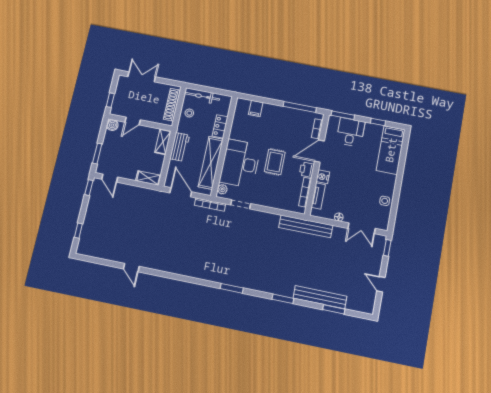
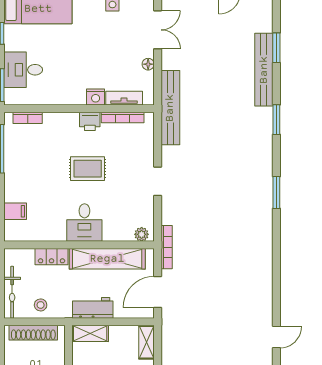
door: (319, 151) -> (59, 109), removed
desk: (240, 164) -> (84, 223), width x0.53, depth x0.77
doorway: (241, 204) -> (158, 181), moved

